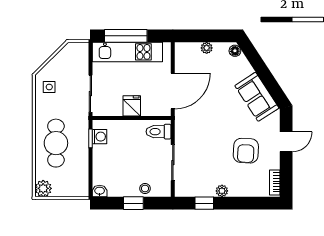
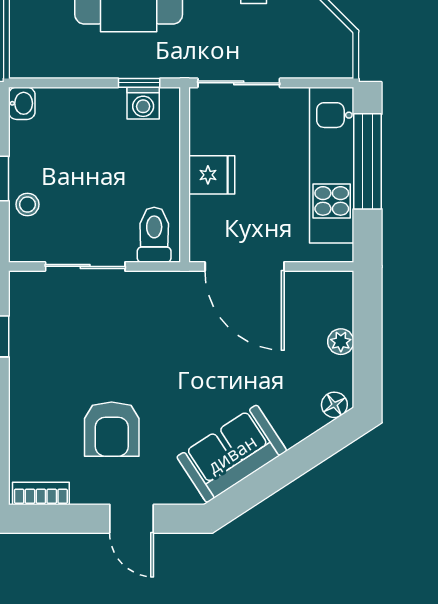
armchair: (246, 151) -> (112, 429), turned -93
plant: (222, 191) -> (22, 376), removed

